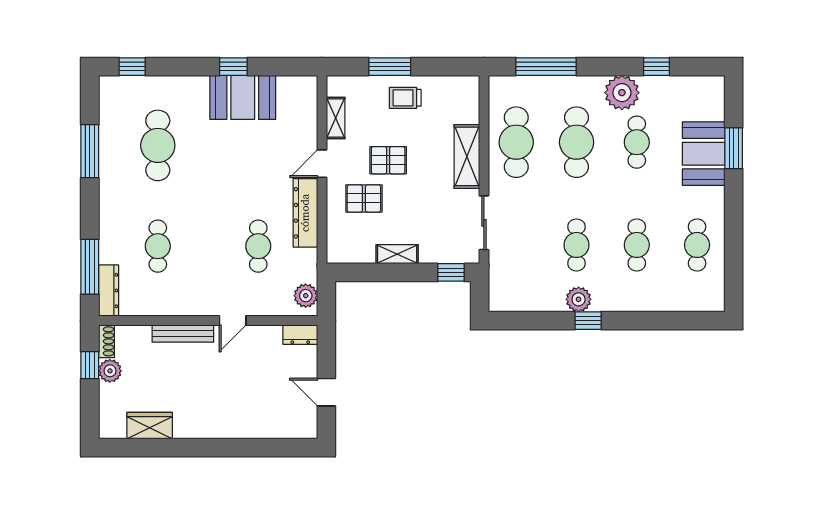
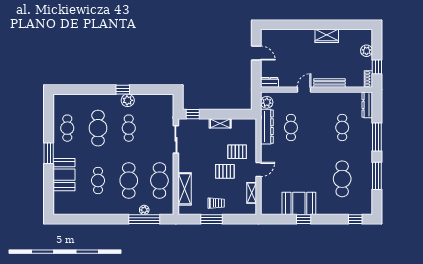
window: (390, 67) -> (211, 219), moved
window: (657, 67) -> (88, 219), removed
plant: (622, 93) -> (144, 210), moved, width x0.53, depth x0.53
window: (734, 148) -> (49, 153), moved
shelving: (467, 156) -> (185, 189), moved
dresser: (305, 213) -> (267, 127), moved
cafe table: (637, 245) -> (98, 128), width x1.37, depth x1.35
window: (90, 267) -> (377, 137), moved
plant: (110, 371) -> (367, 51), moved
wardrobe: (150, 426) -> (327, 36), moved

